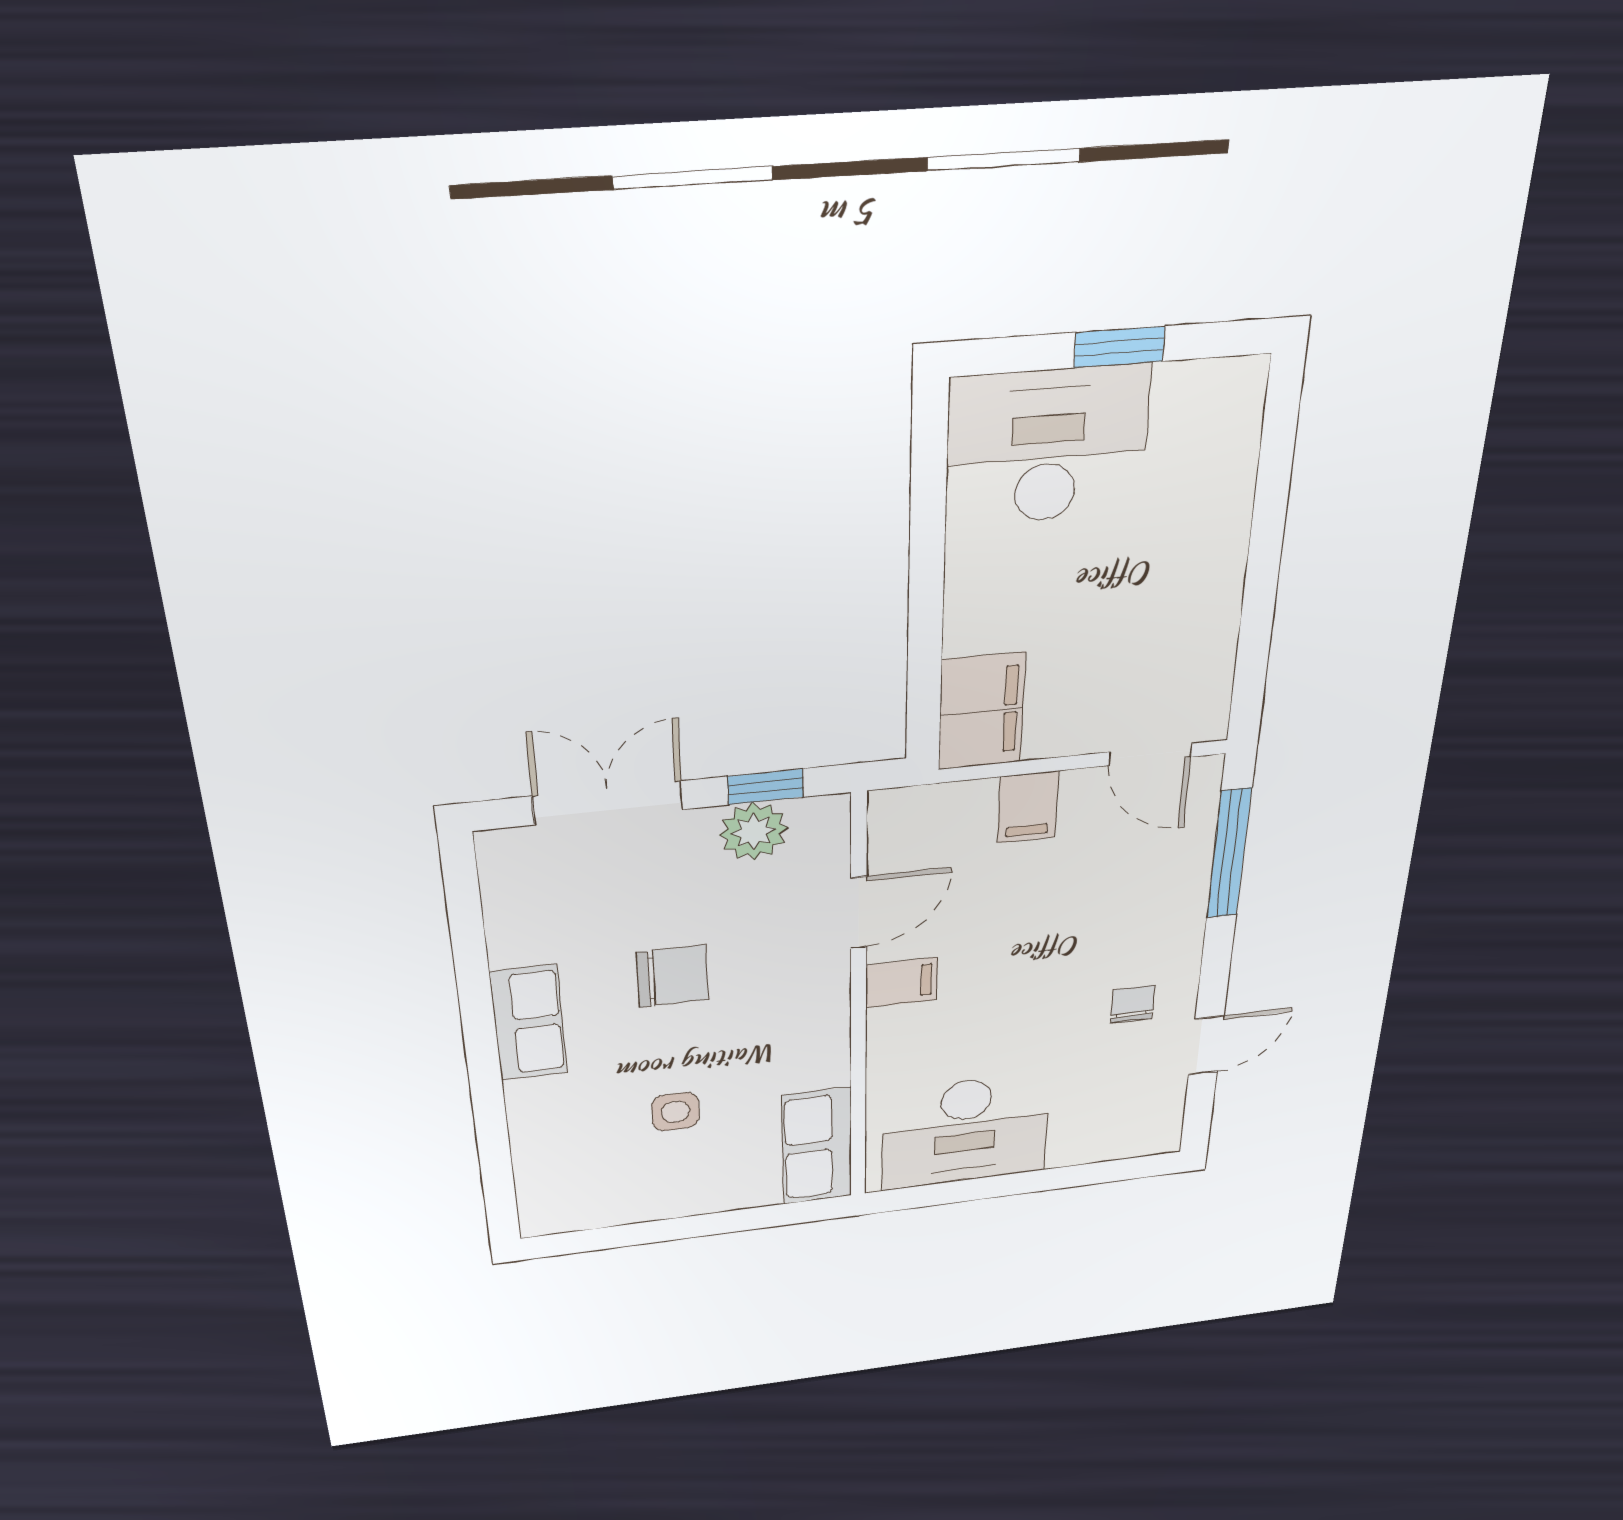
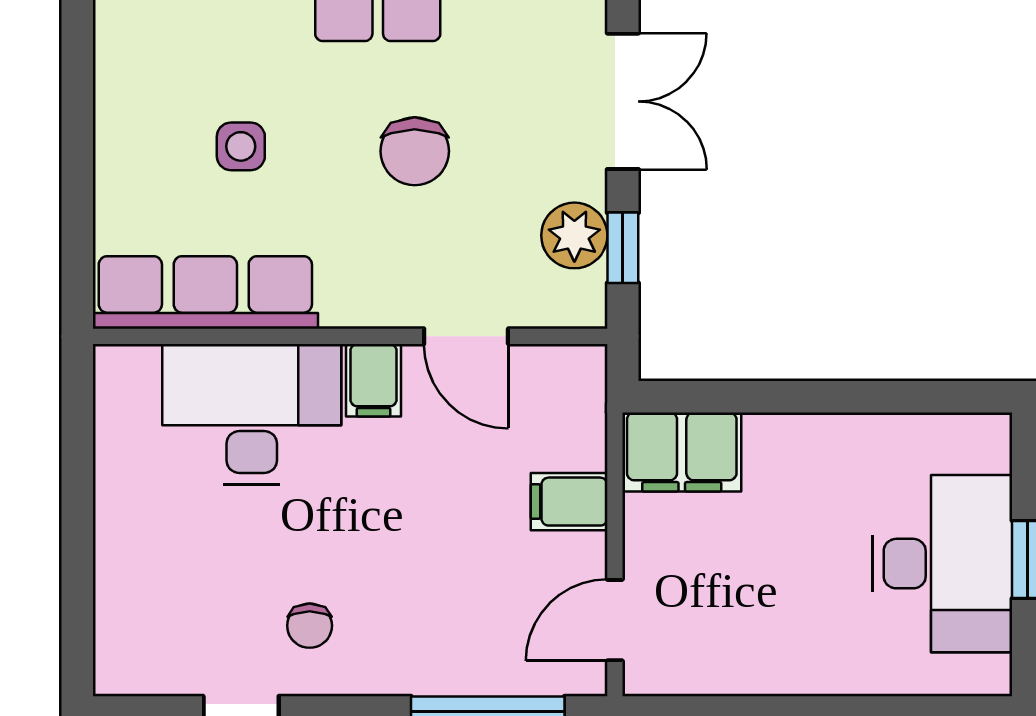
desk: (1047, 446) -> (942, 564), moved
chair: (1133, 1004) -> (310, 626), turned 90
desk: (965, 1131) -> (252, 414), moved, turned 90
row of seats: (817, 1146) -> (205, 292), width x1.48

